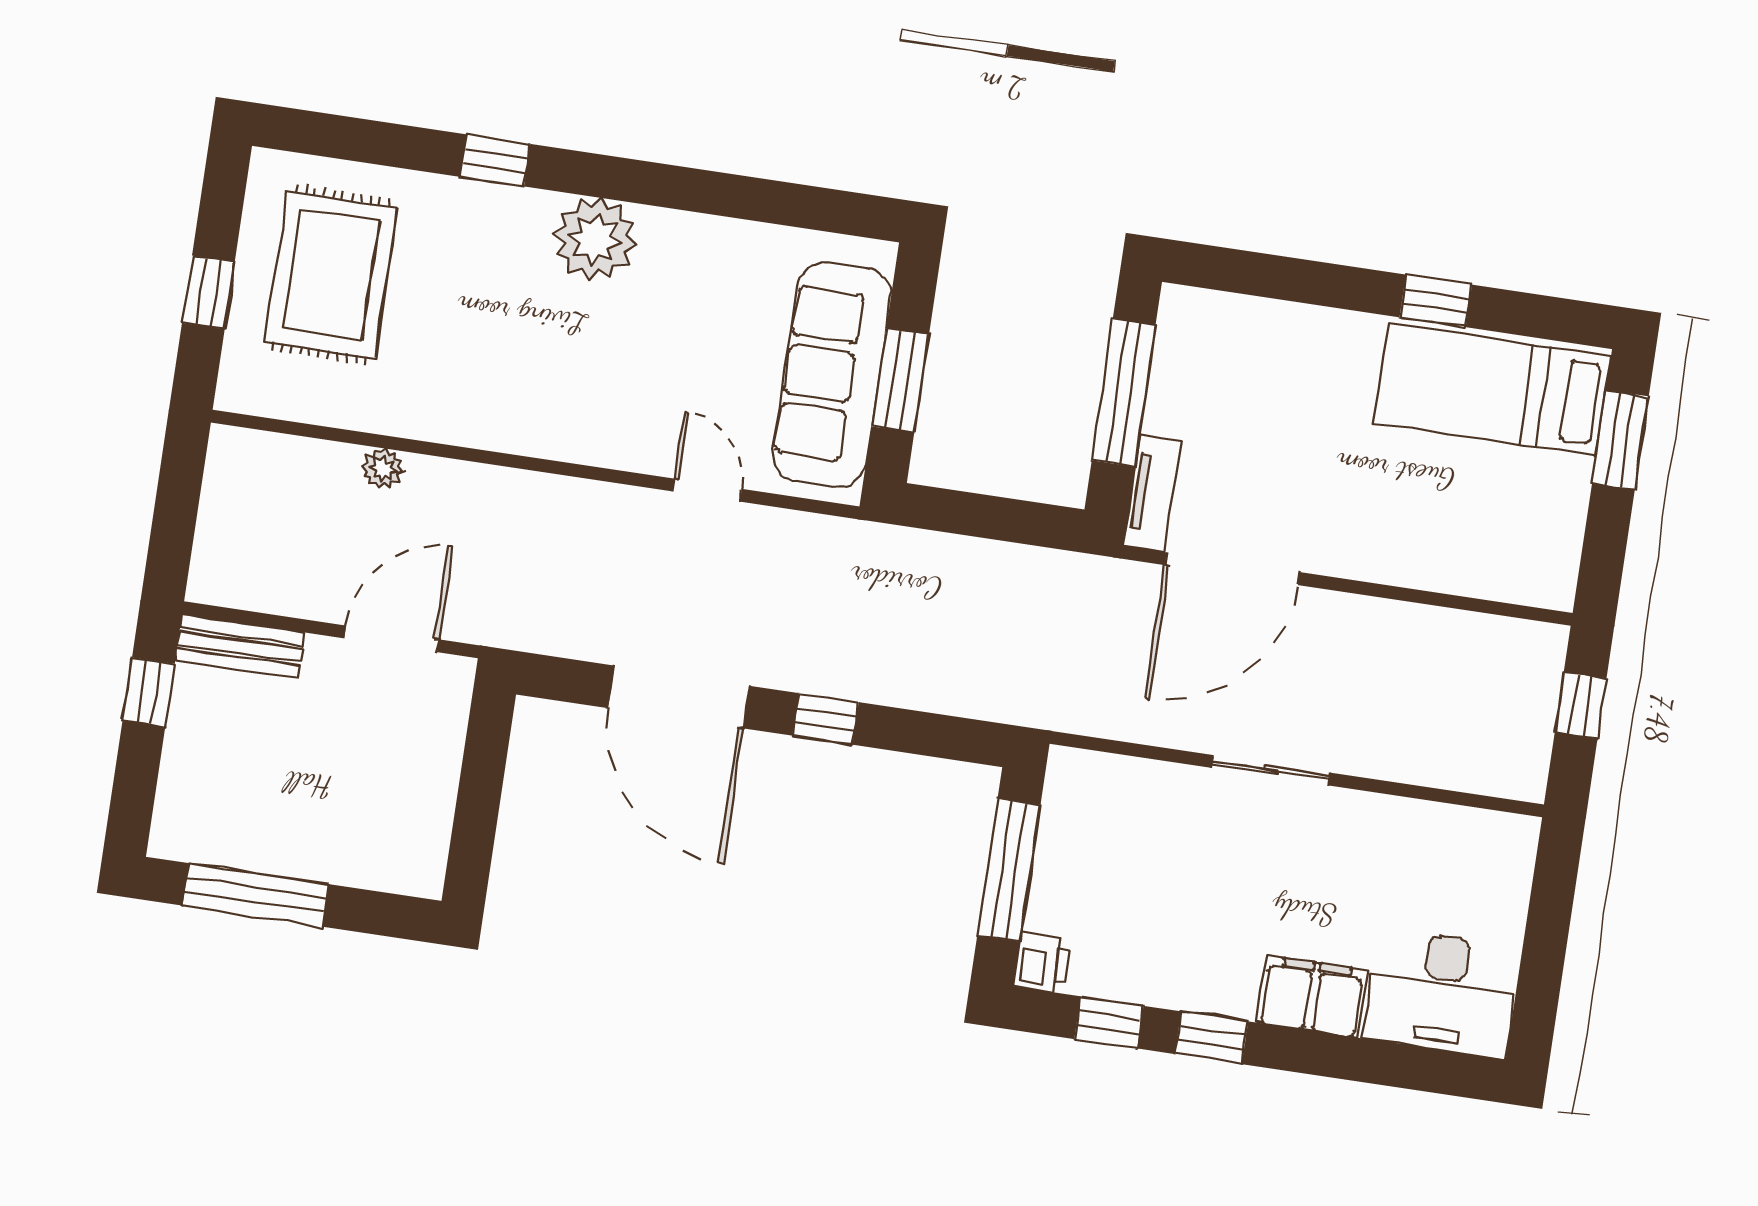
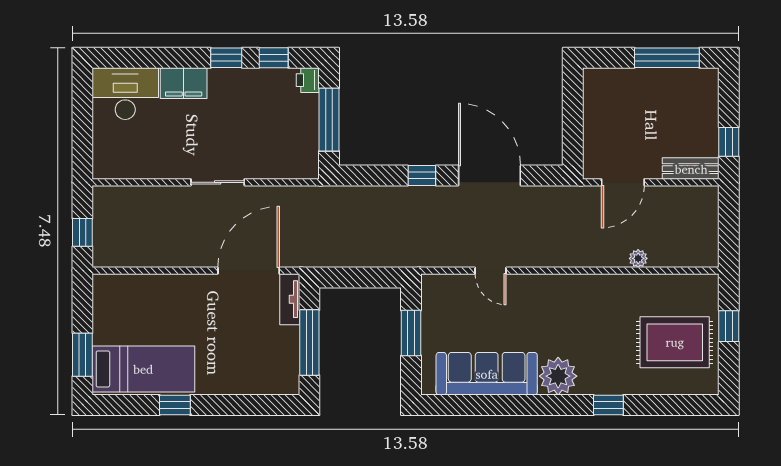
rug: (331, 275) -> (675, 342), turned 90
sofa: (832, 375) -> (487, 374), moved, turned -90

